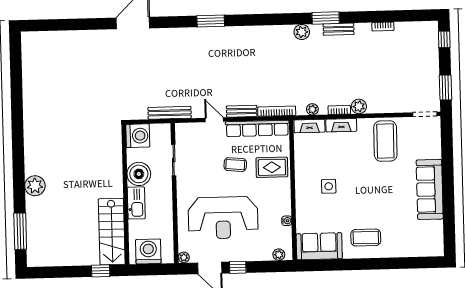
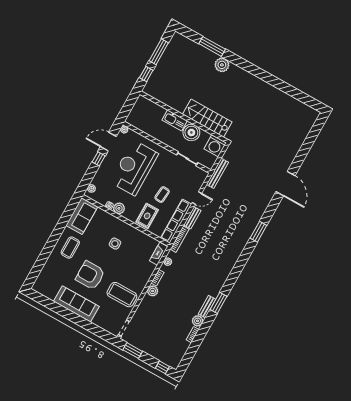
plant: (302, 32) -> (198, 321), moved
fireplace: (341, 125) -> (148, 273), removed
armchair: (385, 193) -> (90, 275), added
plant: (283, 207) -> (119, 208), added
window: (20, 231) -> (212, 46), moved
stairs: (112, 232) -> (207, 118), moved
washing machine: (148, 251) -> (141, 110), removed
window: (65, 272) -> (159, 52), added

